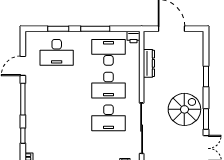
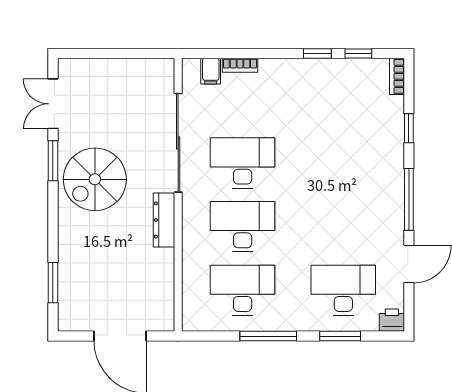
printer: (133, 37) -> (392, 320), moved
desk: (108, 52) -> (243, 290), turned 180
dresser: (149, 63) -> (164, 220), moved
window: (206, 76) -> (53, 283), moved

